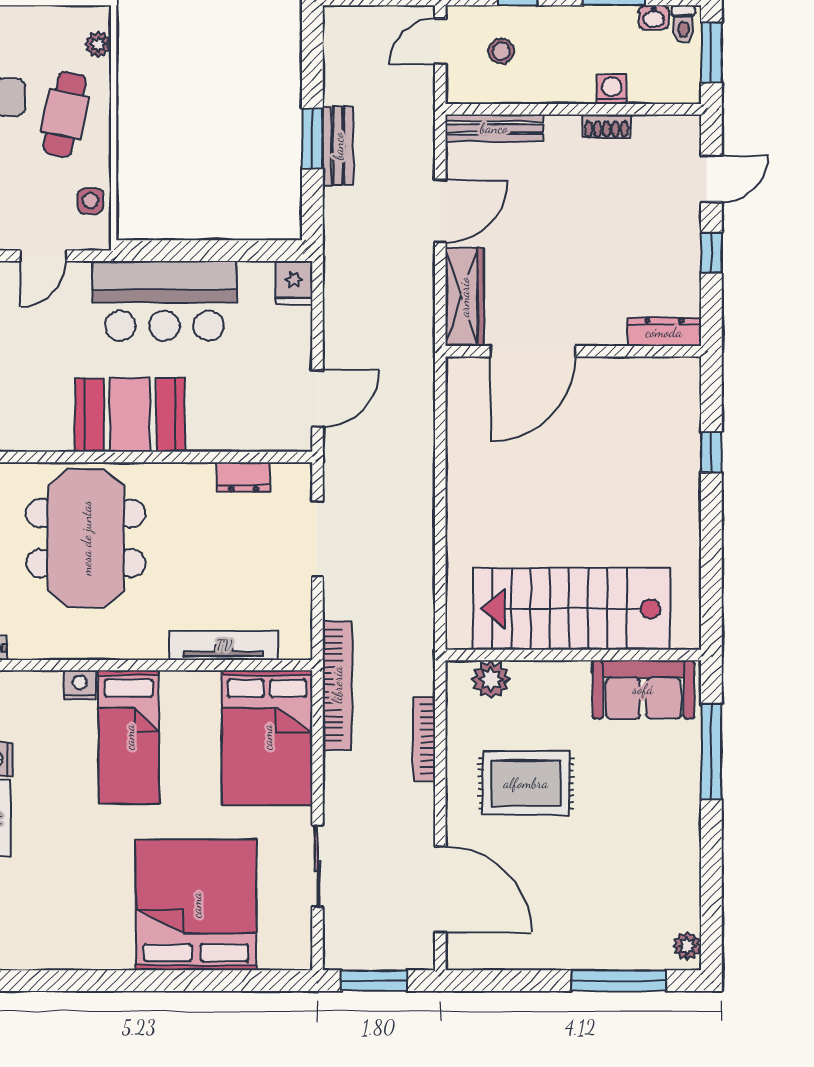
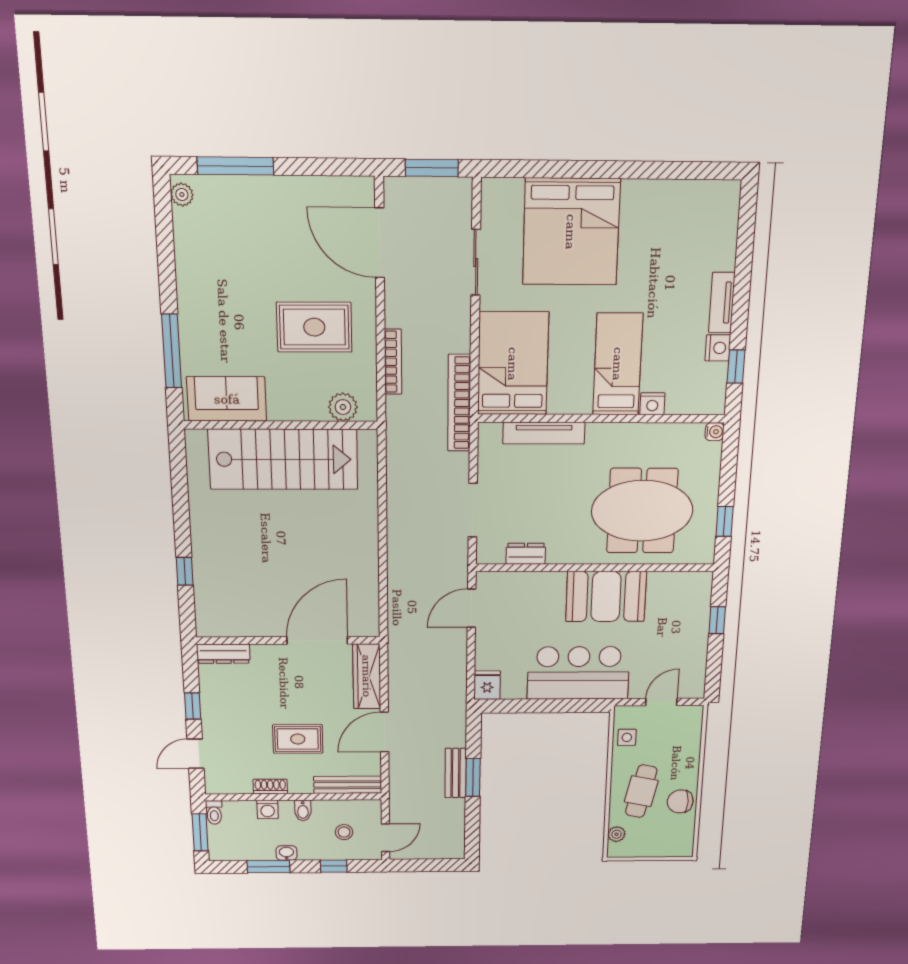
washbasin: (654, 17) -> (286, 853), moved
toilet: (683, 24) -> (214, 812), moved, turned 180
bidet: (560, 87) -> (303, 810), added
rug: (565, 201) -> (298, 739), added
meeting table: (86, 538) -> (642, 511), turned 90

